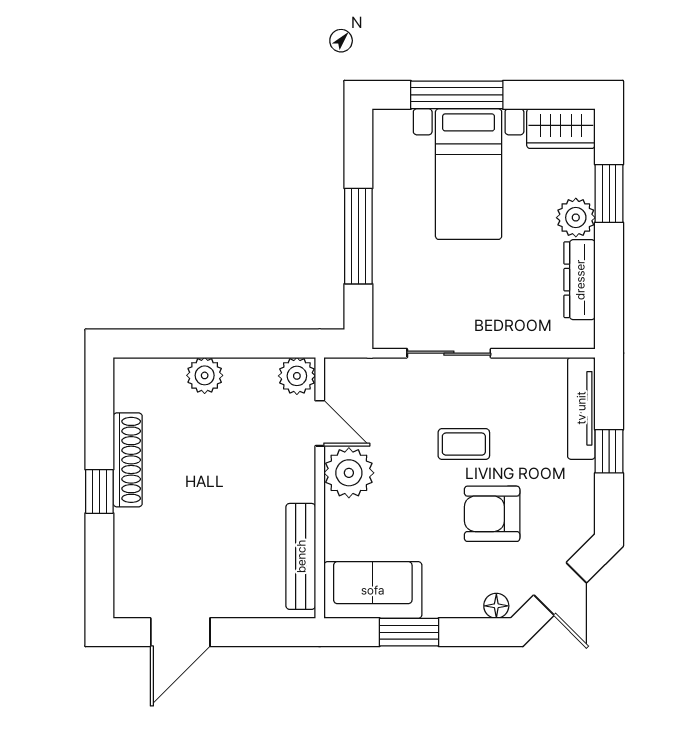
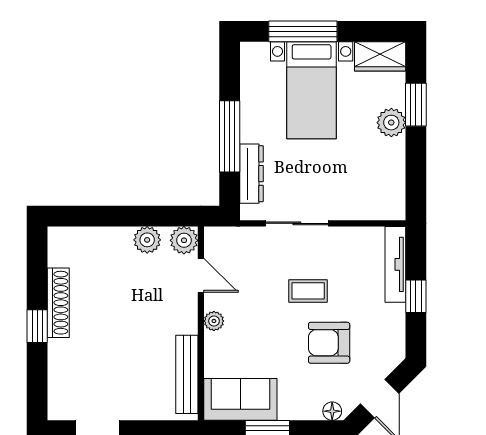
dresser: (580, 280) -> (252, 174), moved, turned 180
plant: (205, 375) -> (147, 240), moved
plant: (349, 473) -> (214, 321), width x0.53, depth x0.53

